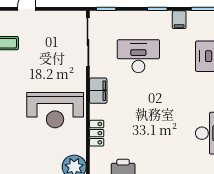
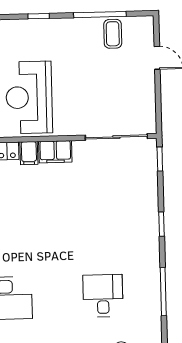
filing cabinet: (179, 20) -> (29, 153), moved, turned -90
desk: (138, 56) -> (101, 202), removed

